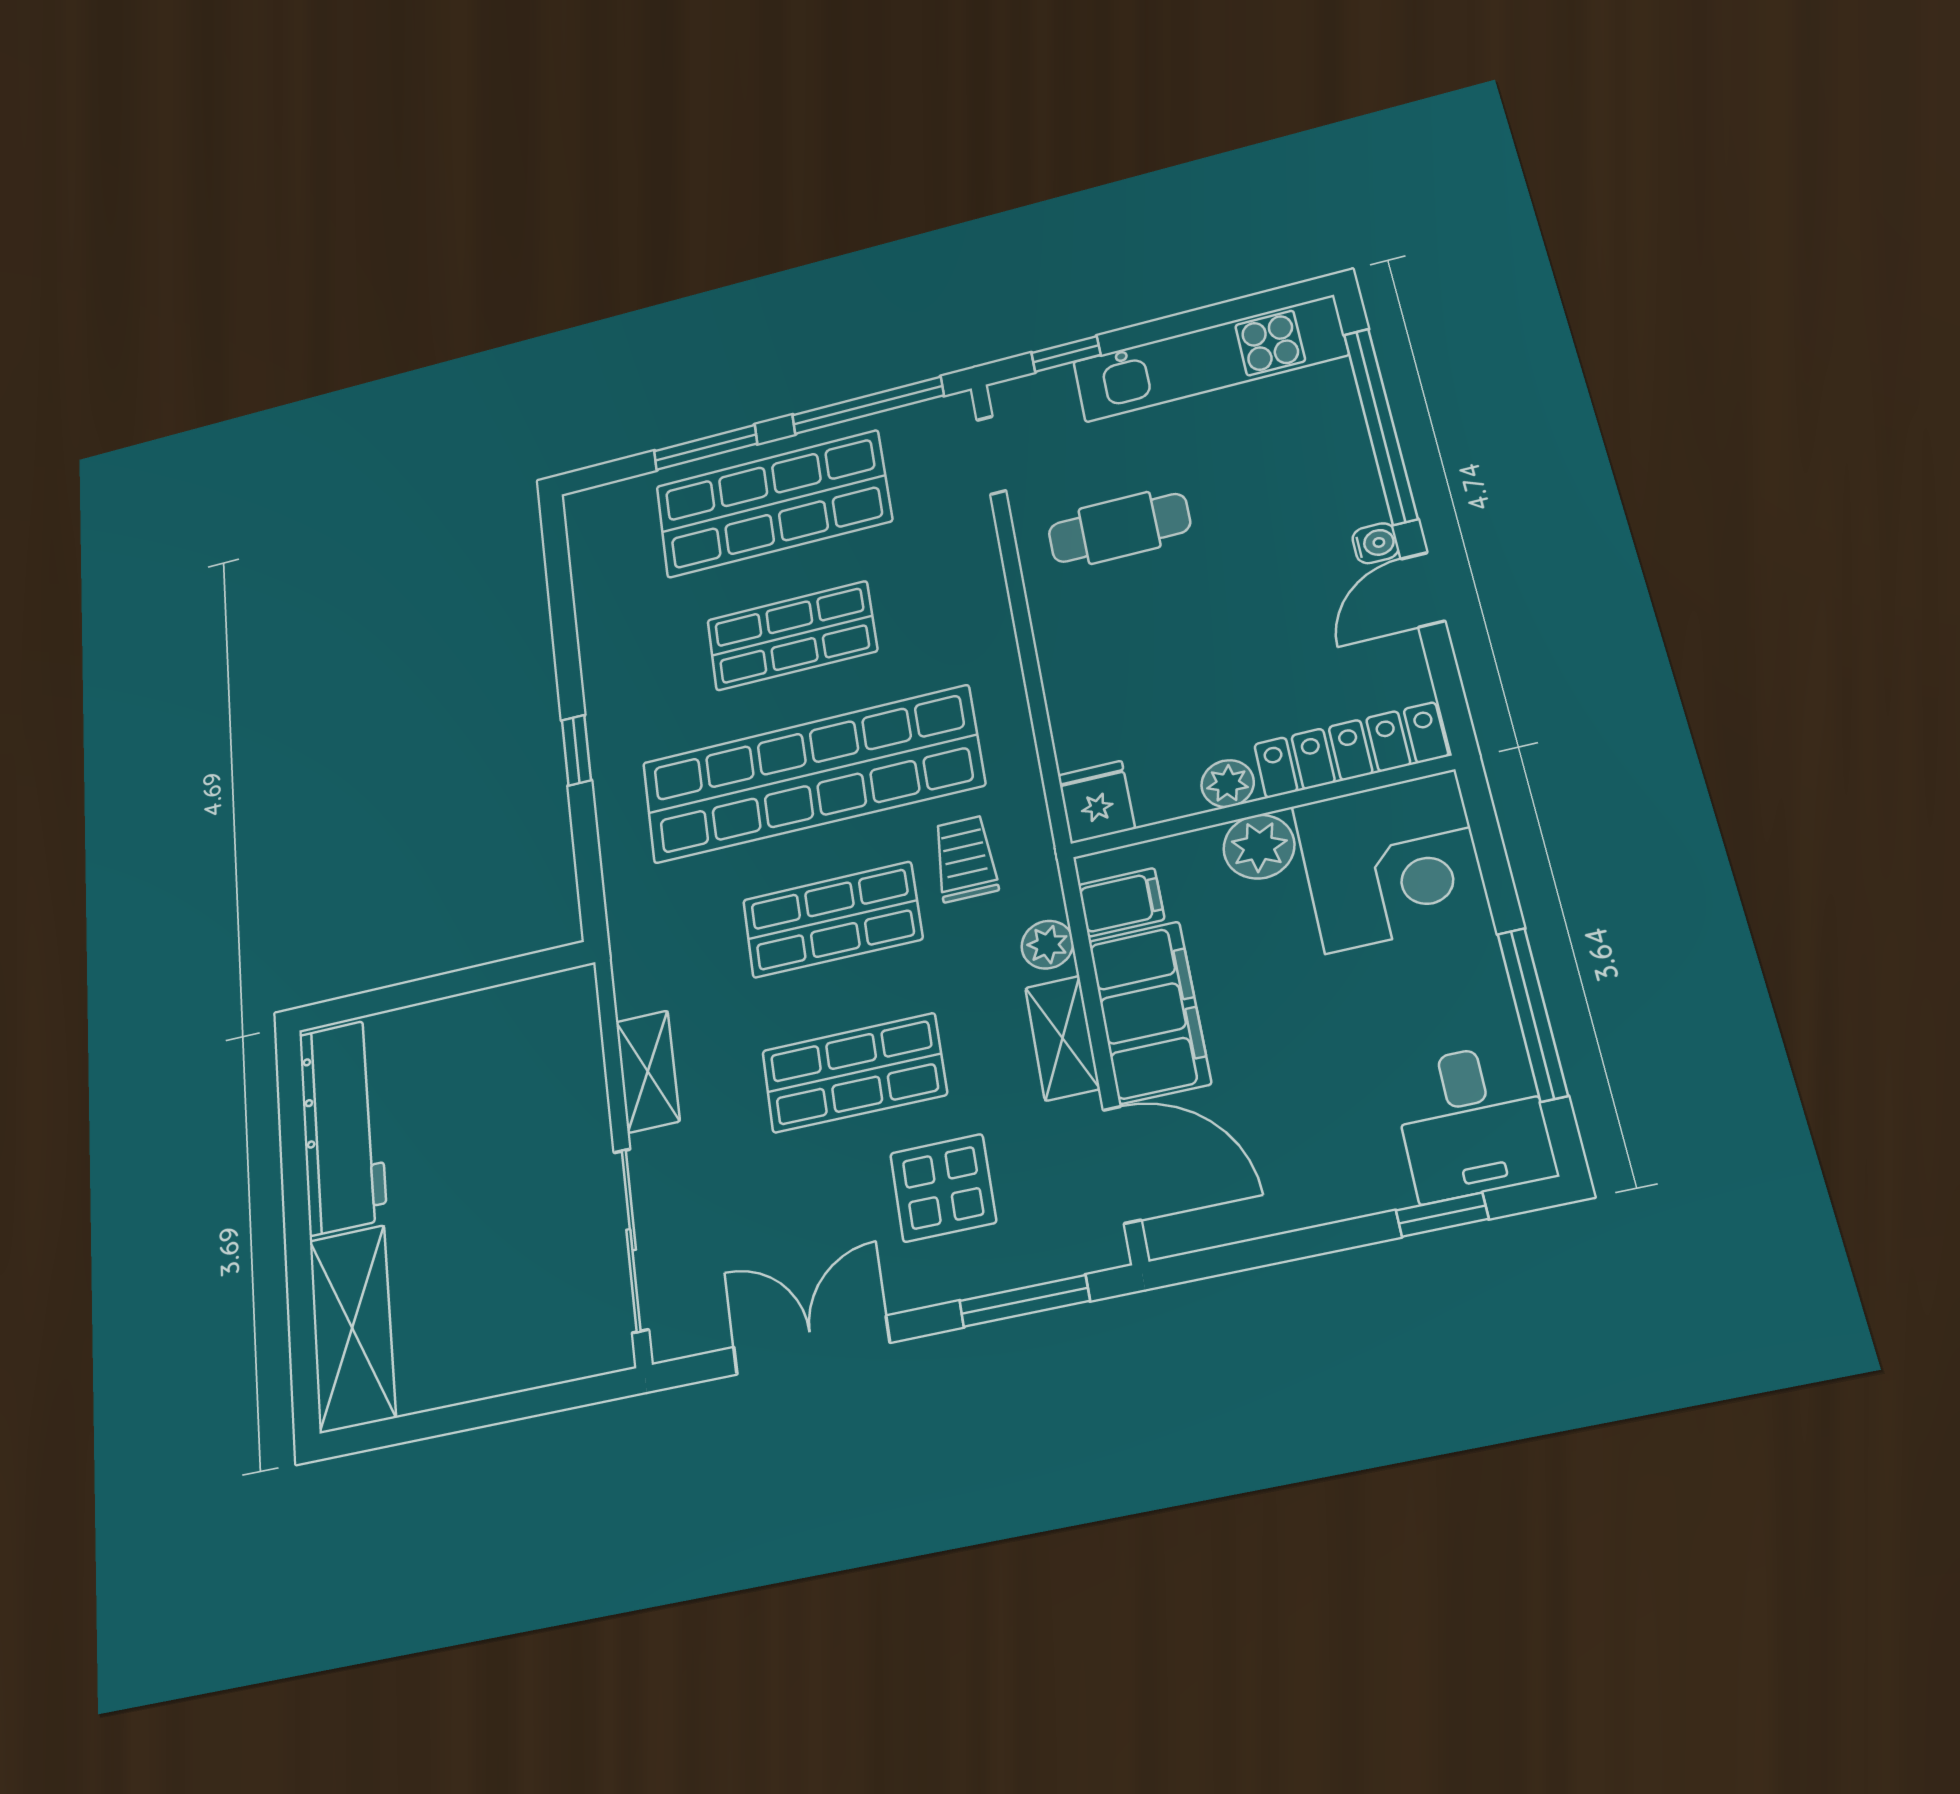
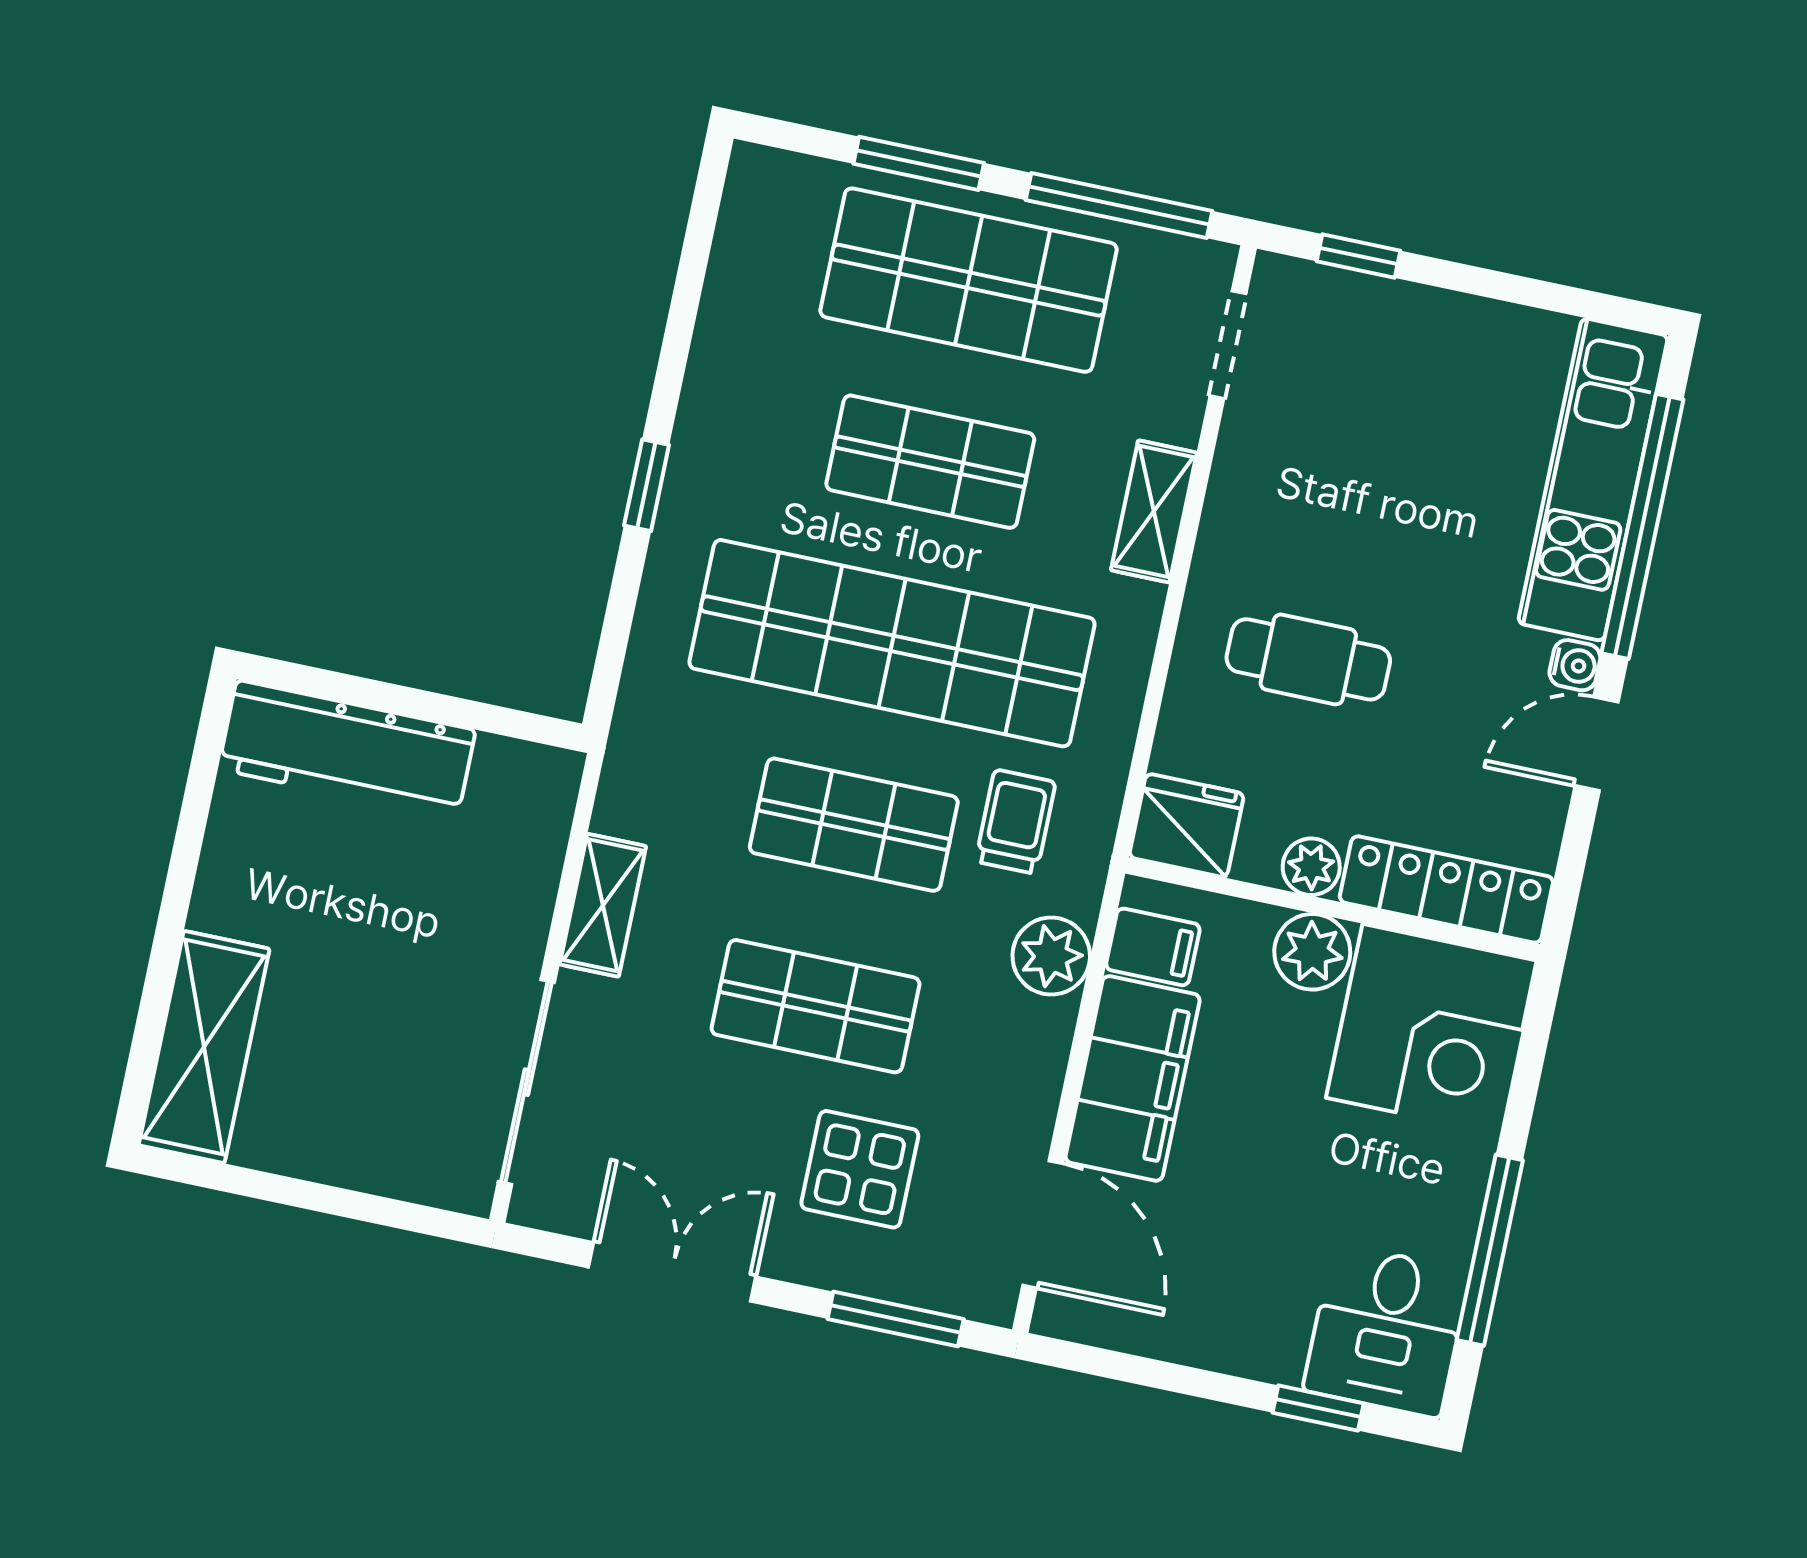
kitchen unit: (1210, 359) -> (1593, 479), moved, turned 90
cafe table: (1119, 528) -> (1308, 659), moved
fridge: (1096, 802) -> (1186, 825), width x1.38
plant: (1047, 945) -> (1051, 956), width x1.38, depth x1.38
shelving: (1062, 1038) -> (1154, 511), moved
workbench: (343, 1126) -> (347, 749), moved, turned 90

